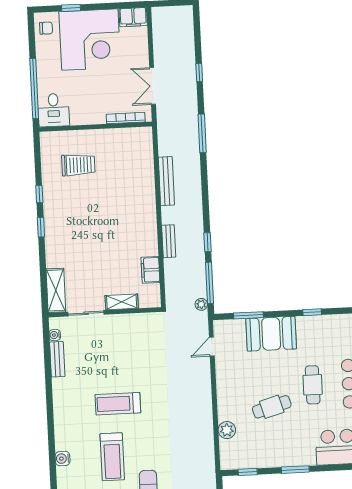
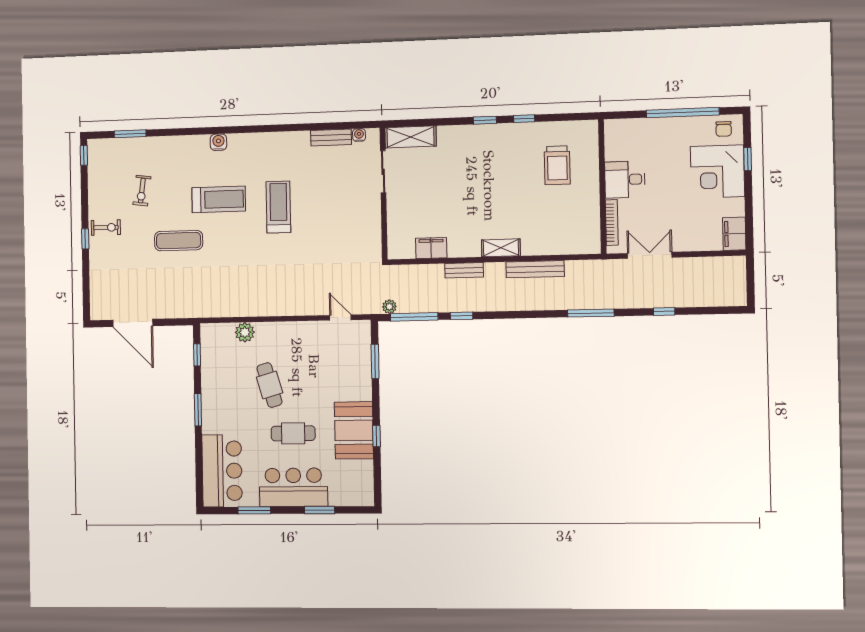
corner desk: (90, 40) -> (717, 172), width x0.74, depth x0.74
window: (34, 89) -> (683, 113), moved
desk: (54, 110) -> (625, 180), moved
shelving: (122, 302) -> (501, 248), moved, turned 90
booth: (271, 334) -> (354, 430), moved
treadmill: (112, 457) -> (219, 199), turned 180

